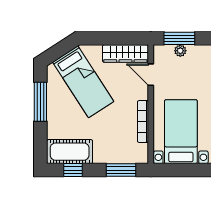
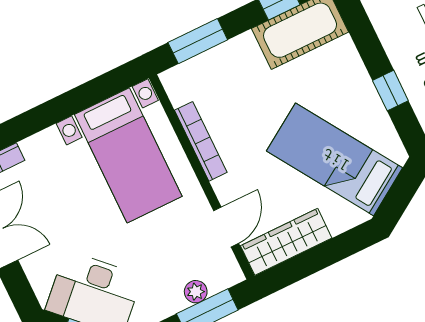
door: (151, 75) -> (226, 227), hinge flipped
window: (40, 102) -> (390, 91), width x0.46

